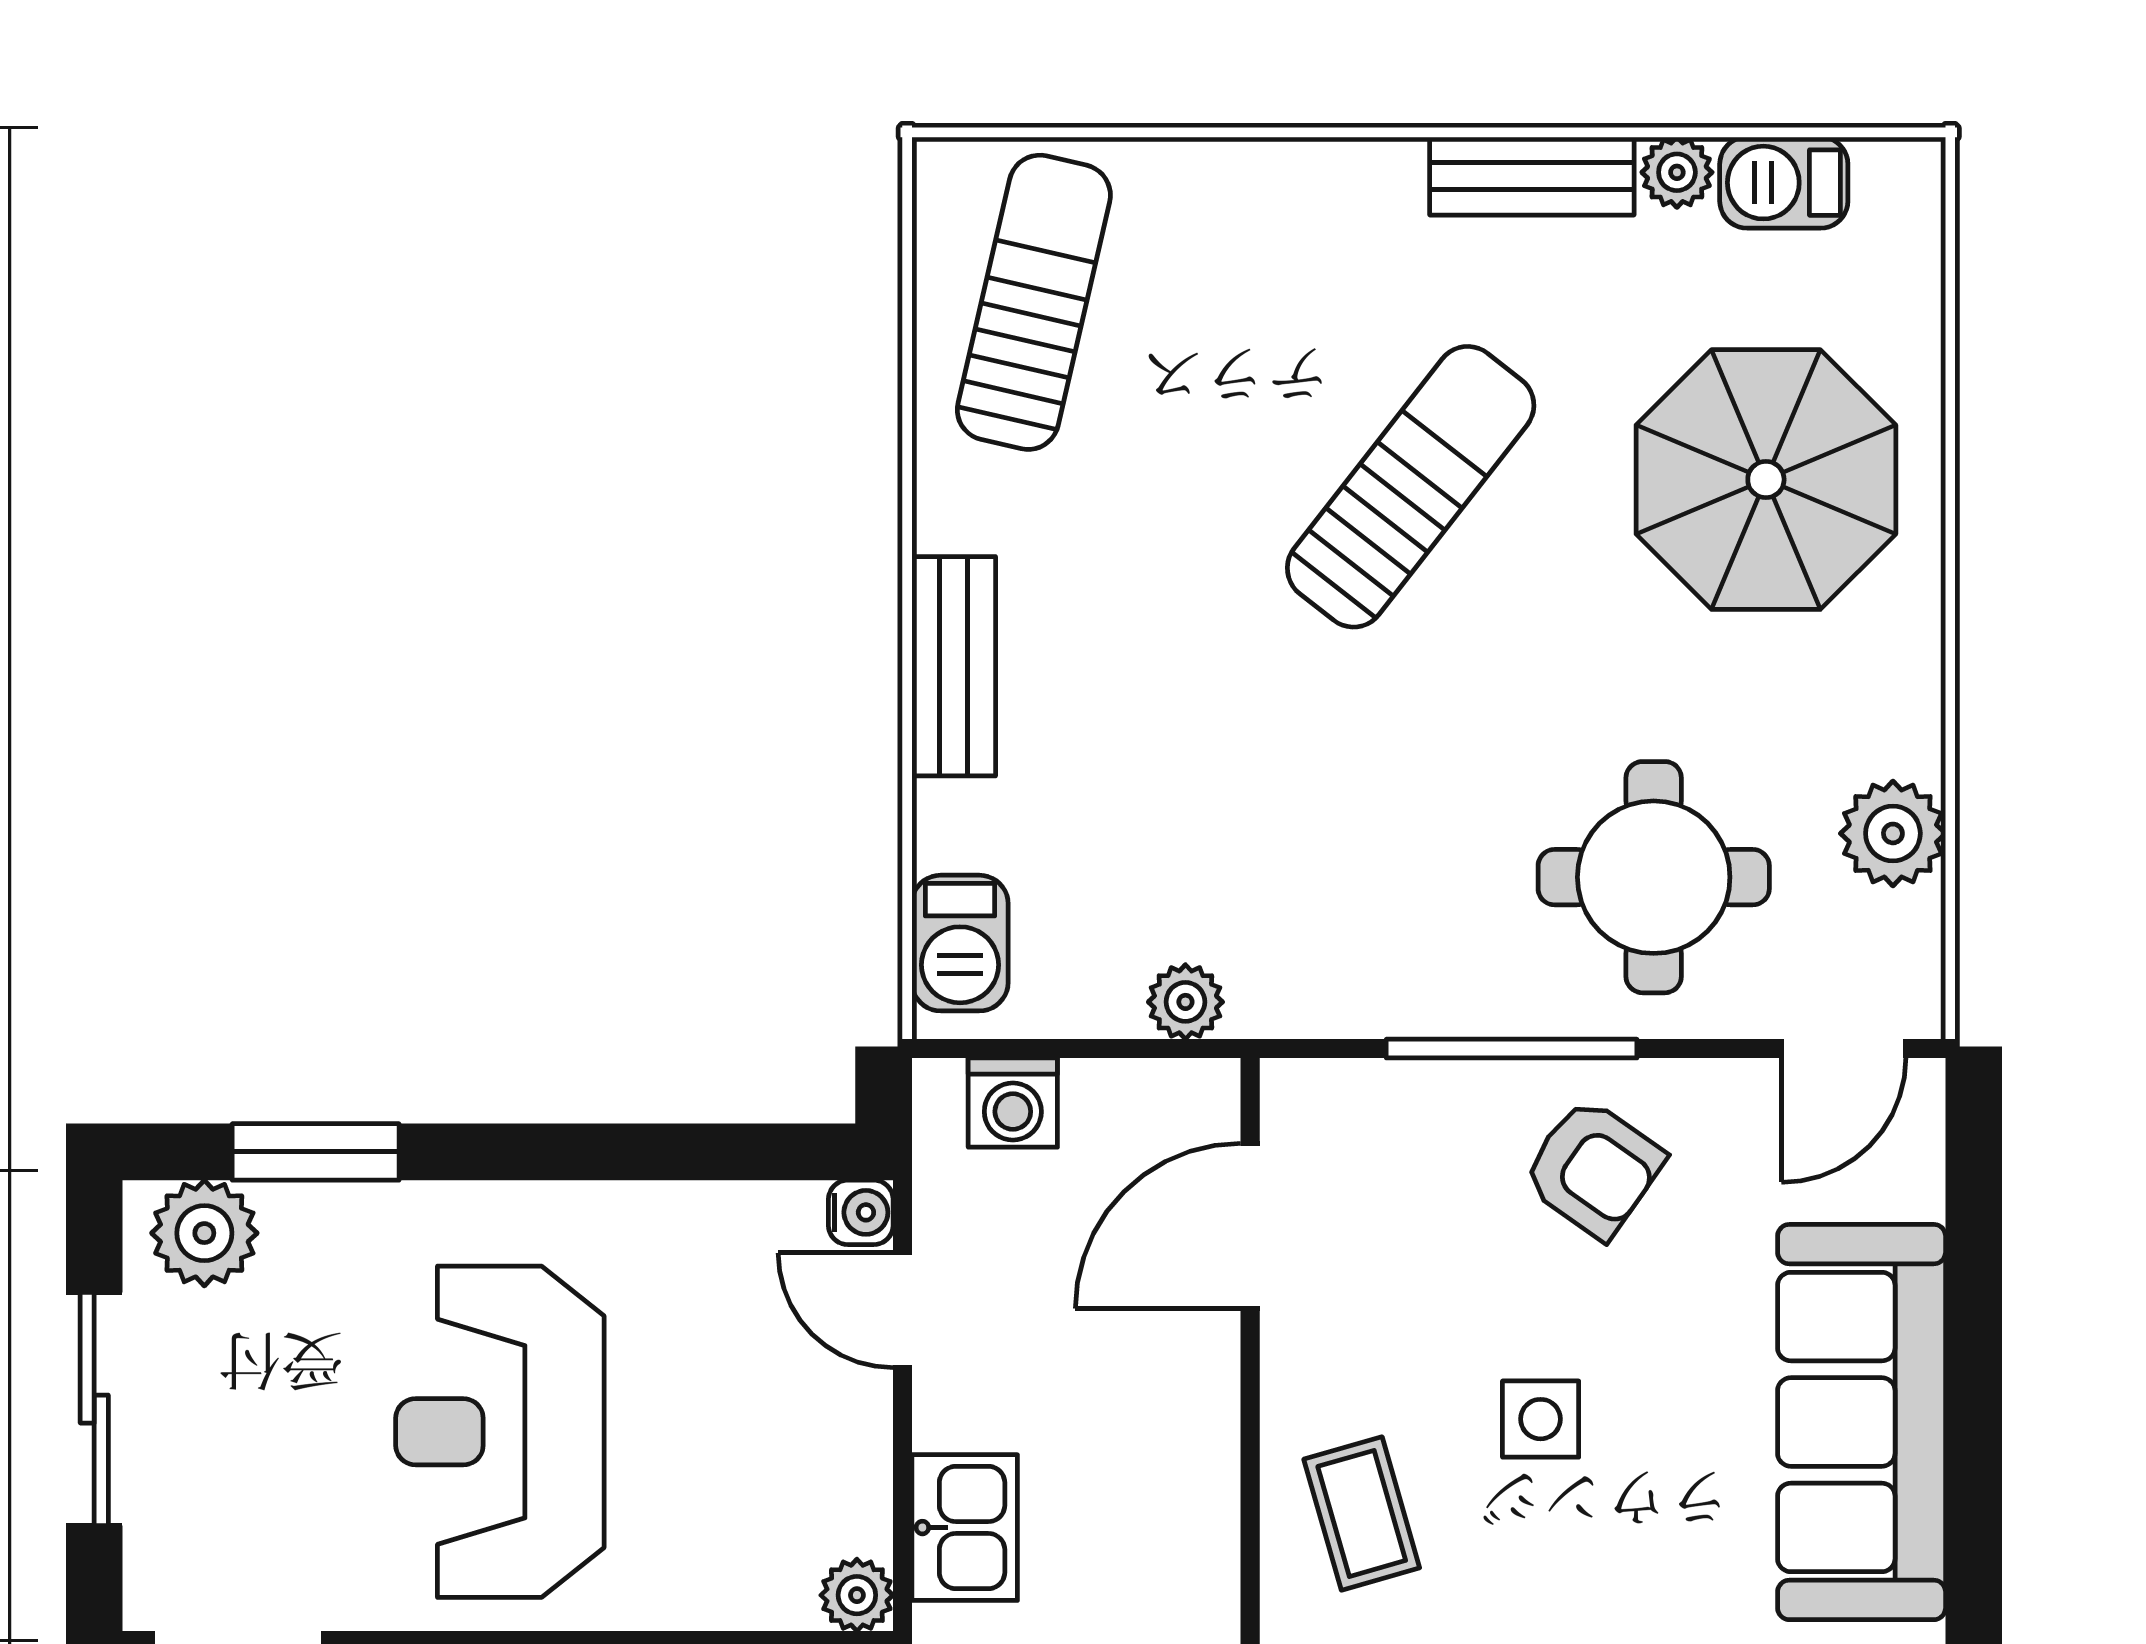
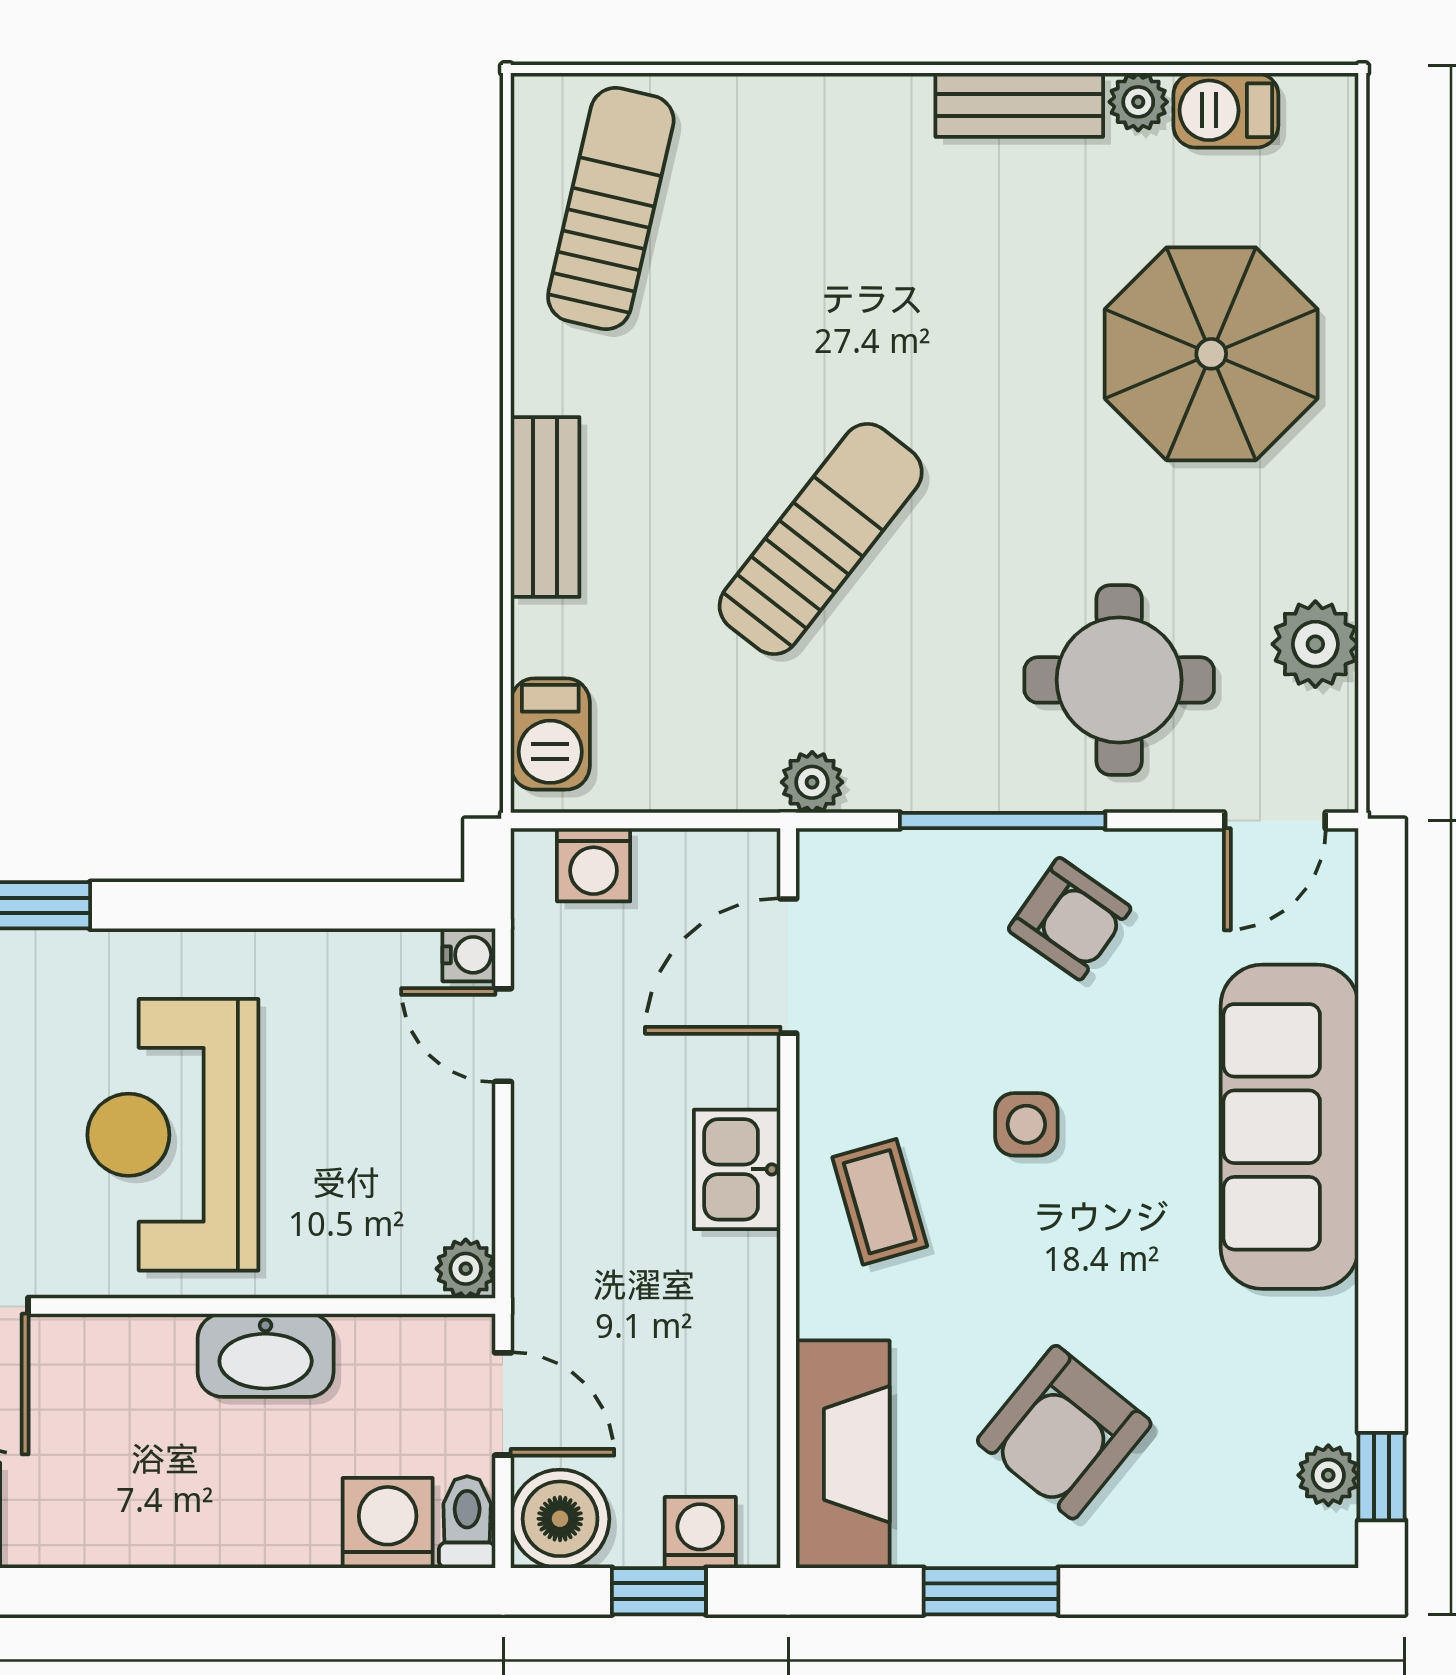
sun lounger: (1411, 487) -> (821, 539), moved
plant: (1185, 1002) -> (812, 782), moved
kitchen sink: (965, 1528) -> (737, 1169), moved, turned 180

